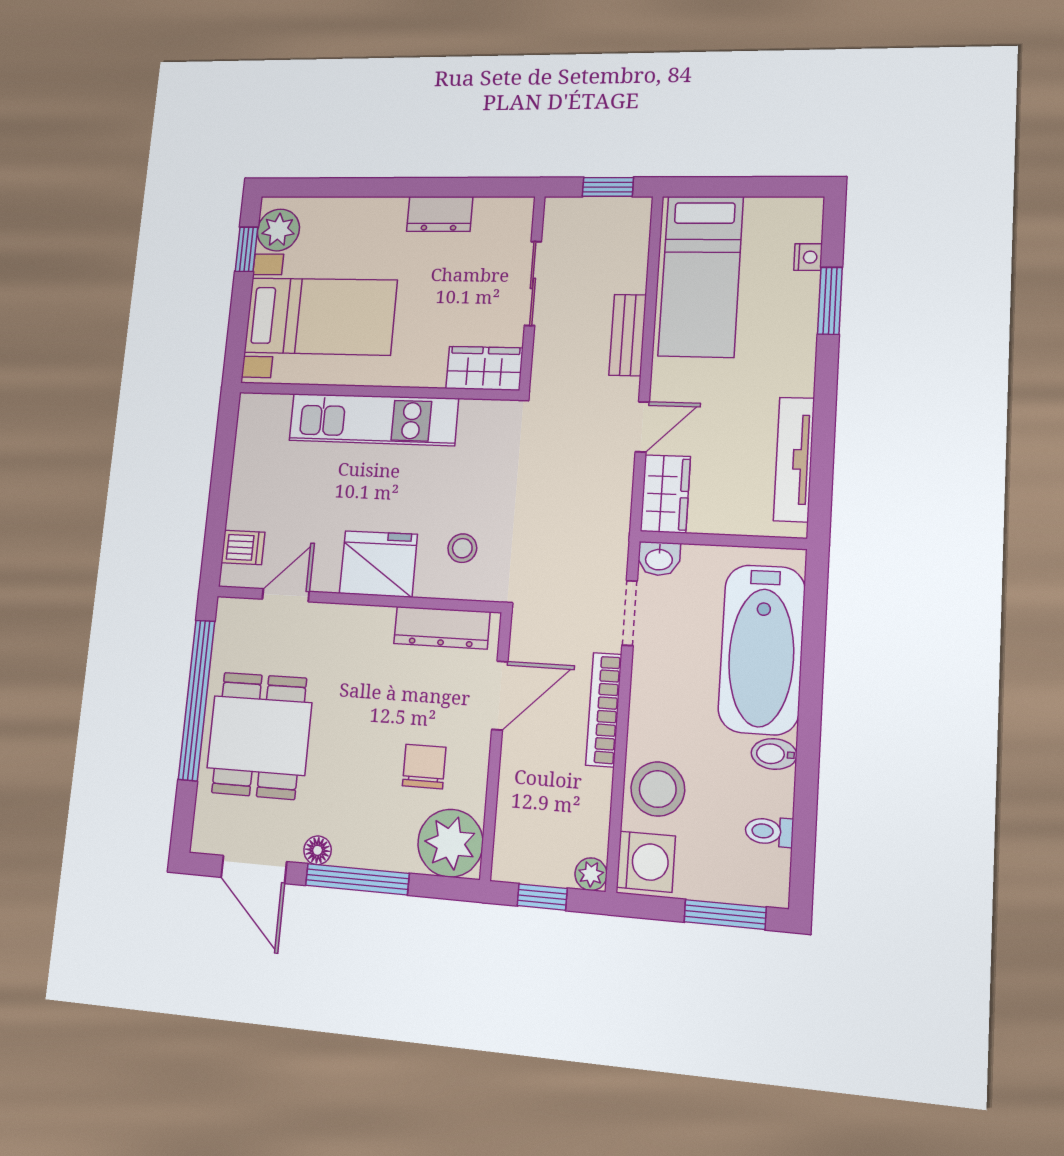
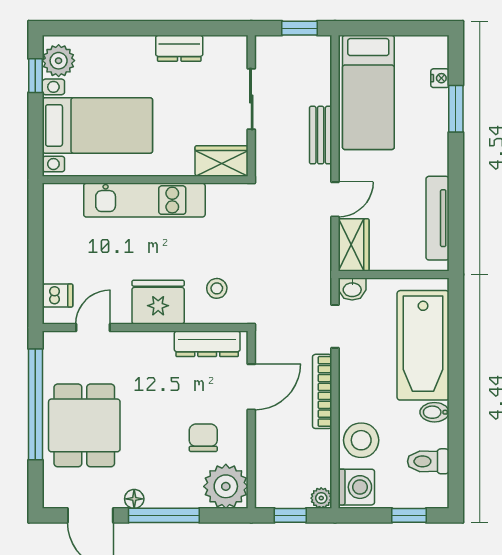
toilet: (769, 831) -> (428, 461), width x1.37, depth x1.39
window: (725, 915) -> (409, 515), width x0.67

